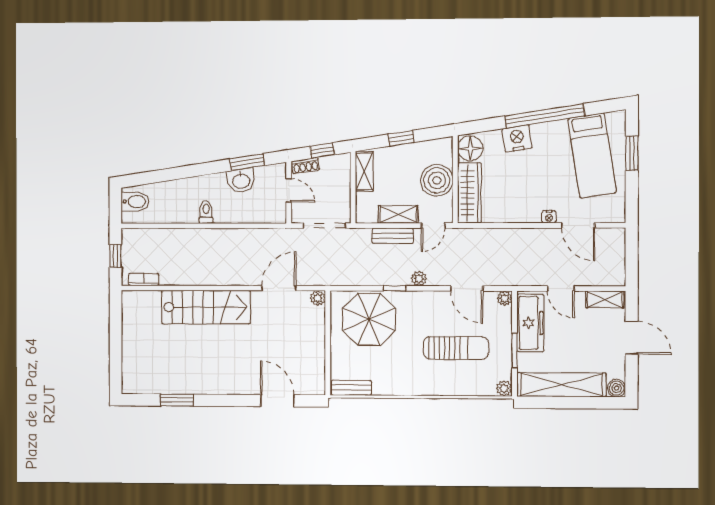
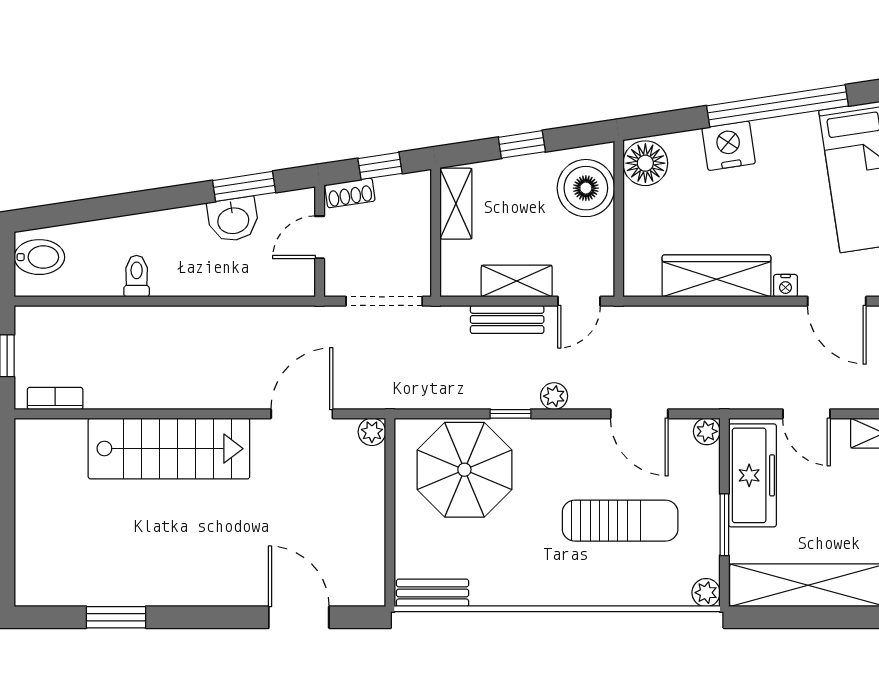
boiler: (437, 180) -> (586, 188), moved
door: (289, 190) -> (320, 237), swing flipped
wardrobe: (469, 193) -> (716, 276), moved, turned -90
toilet: (206, 212) -> (137, 276), moved

